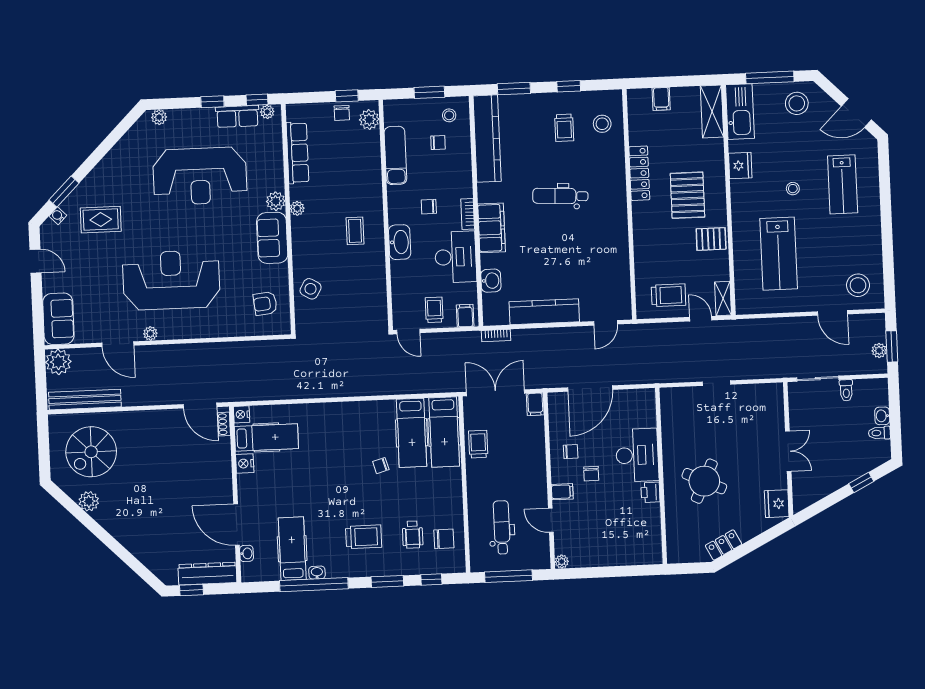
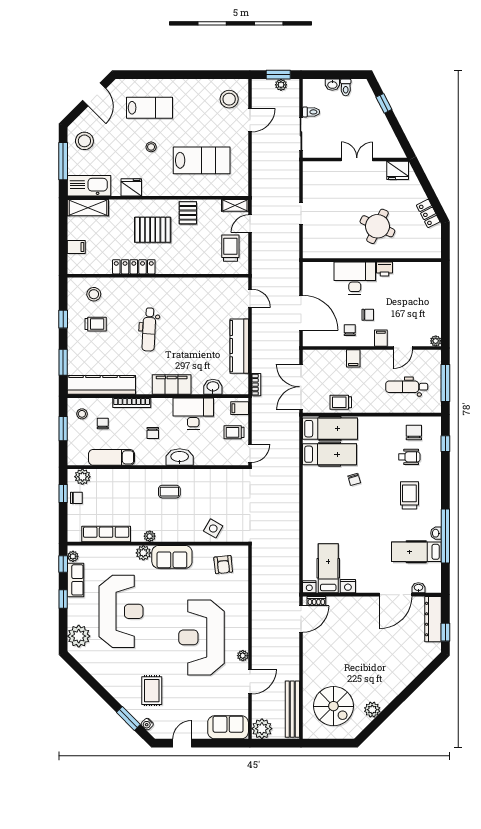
plant: (159, 117) -> (79, 636), width x1.88, depth x1.88
bookcase: (468, 214) -> (132, 403), moved, width x1.56
filing cabinet: (535, 404) -> (353, 358), moved, turned 90
window: (387, 581) -> (445, 478), removed

